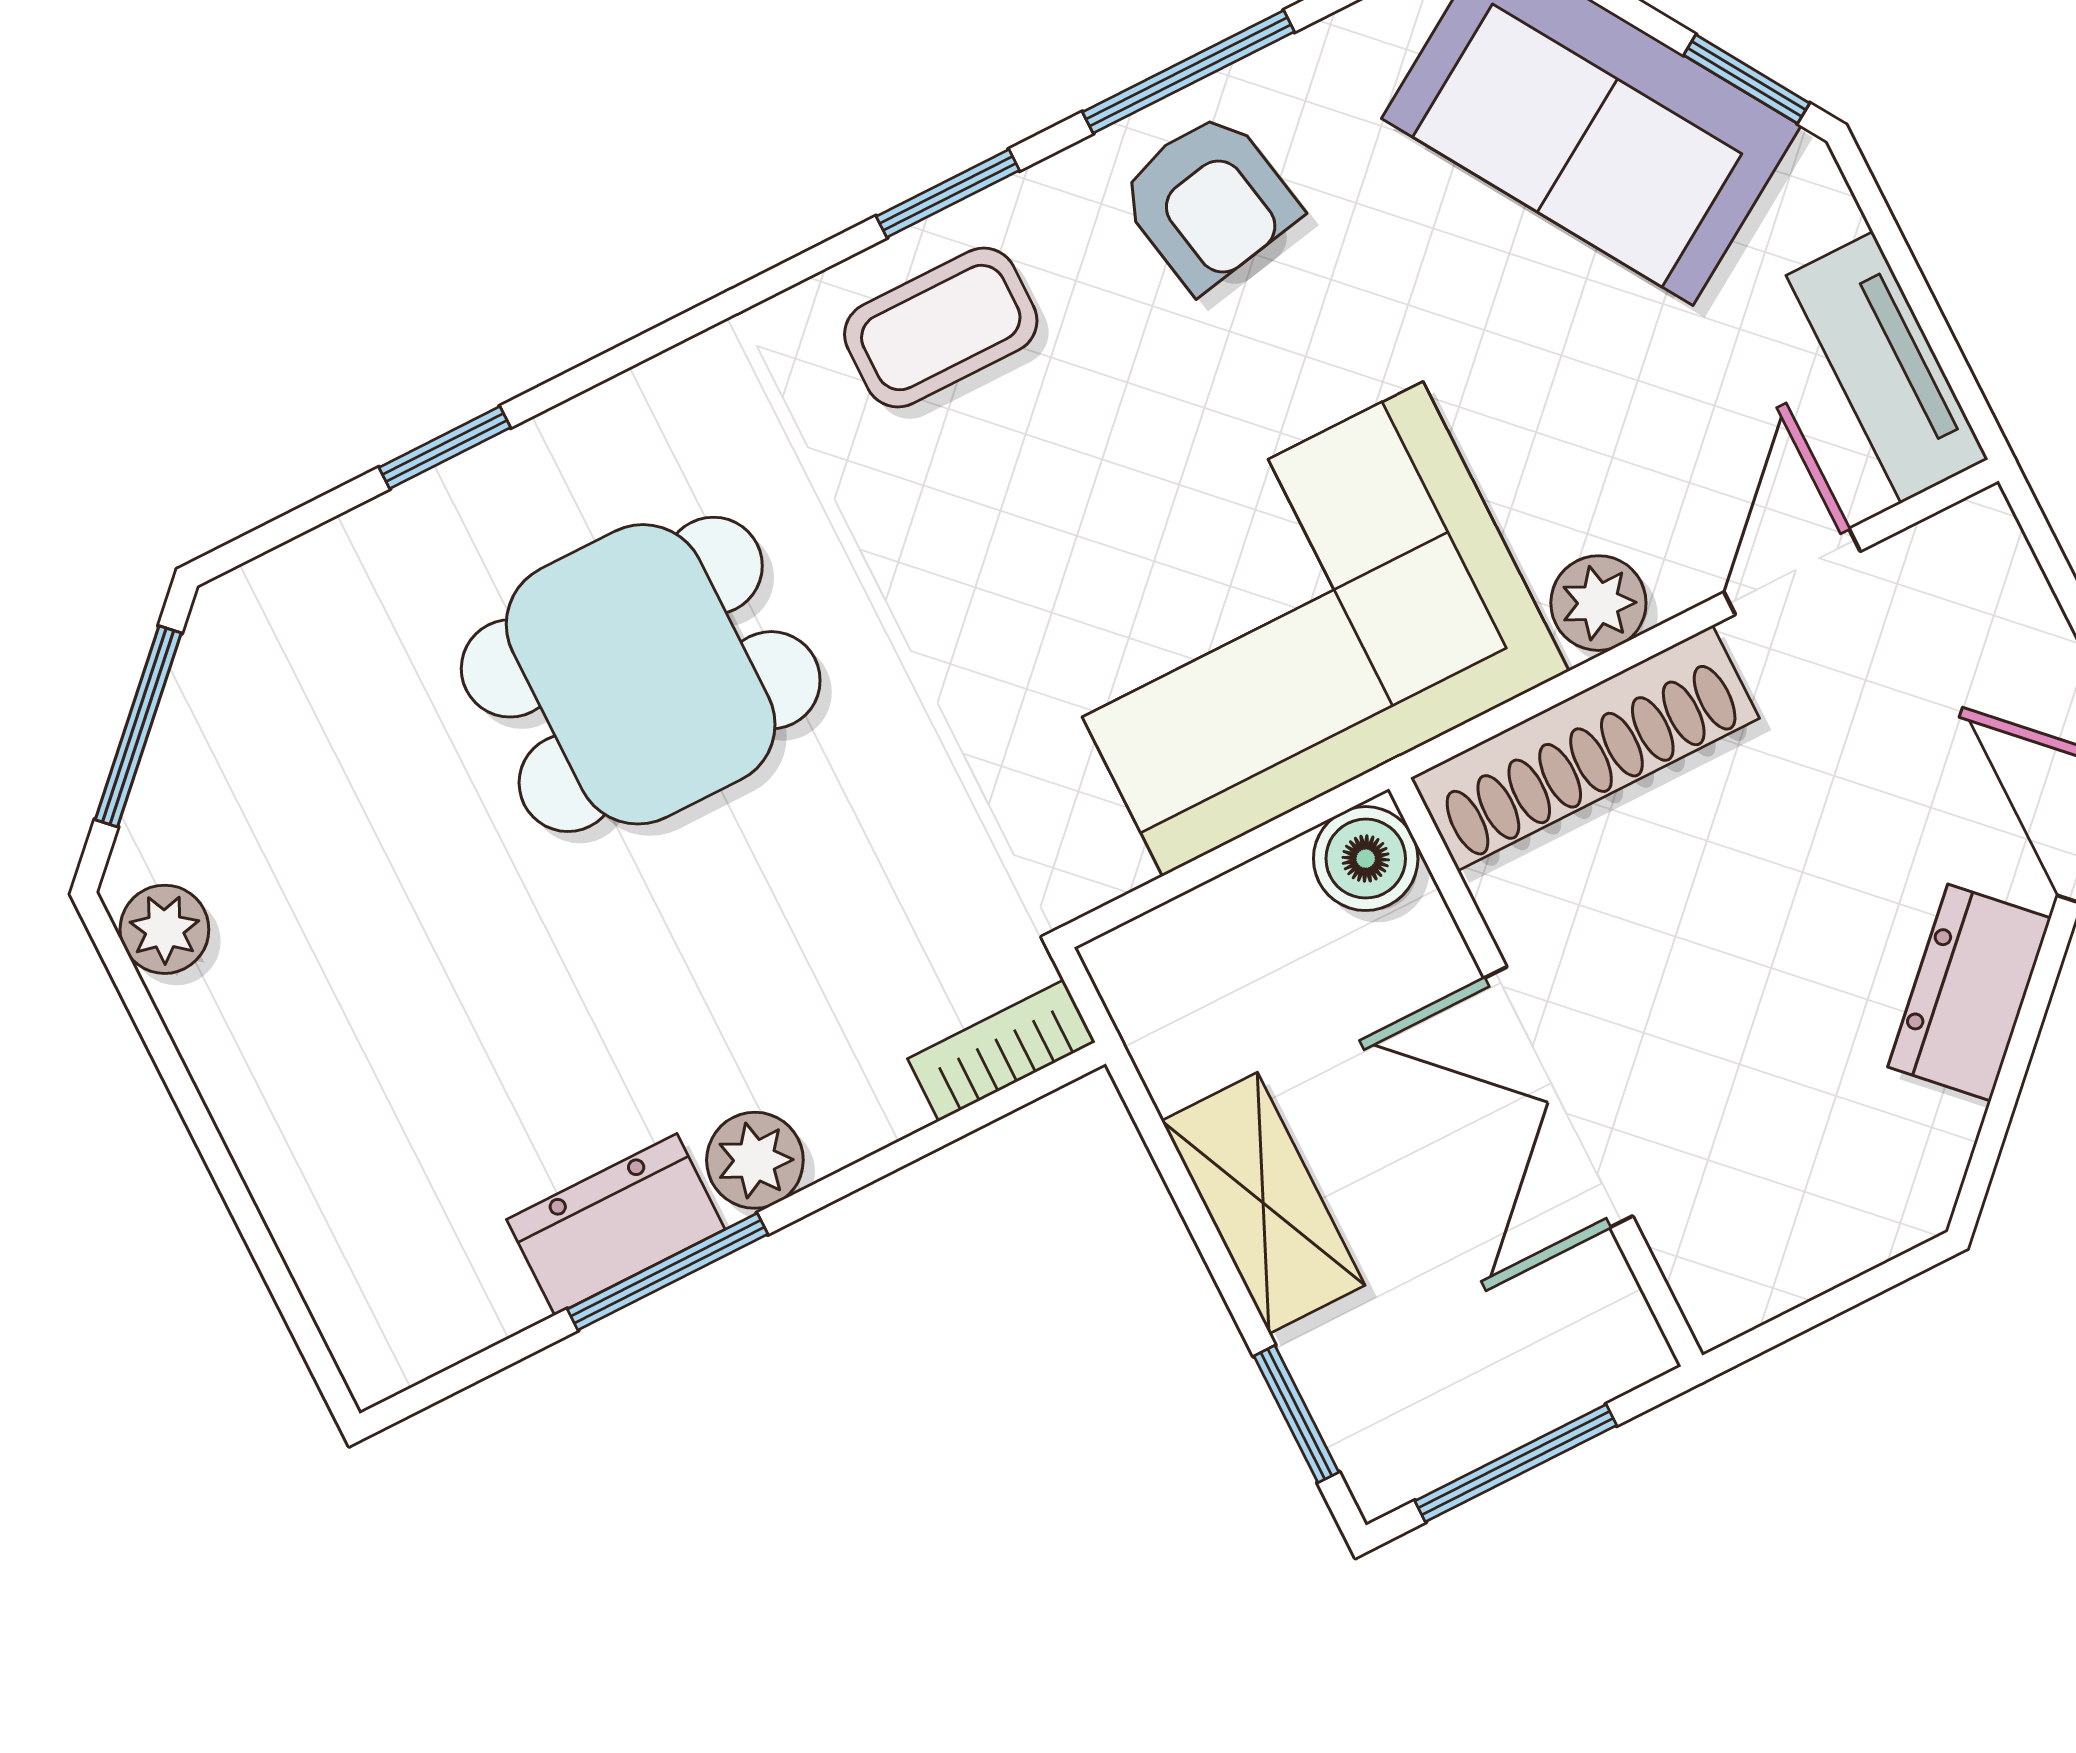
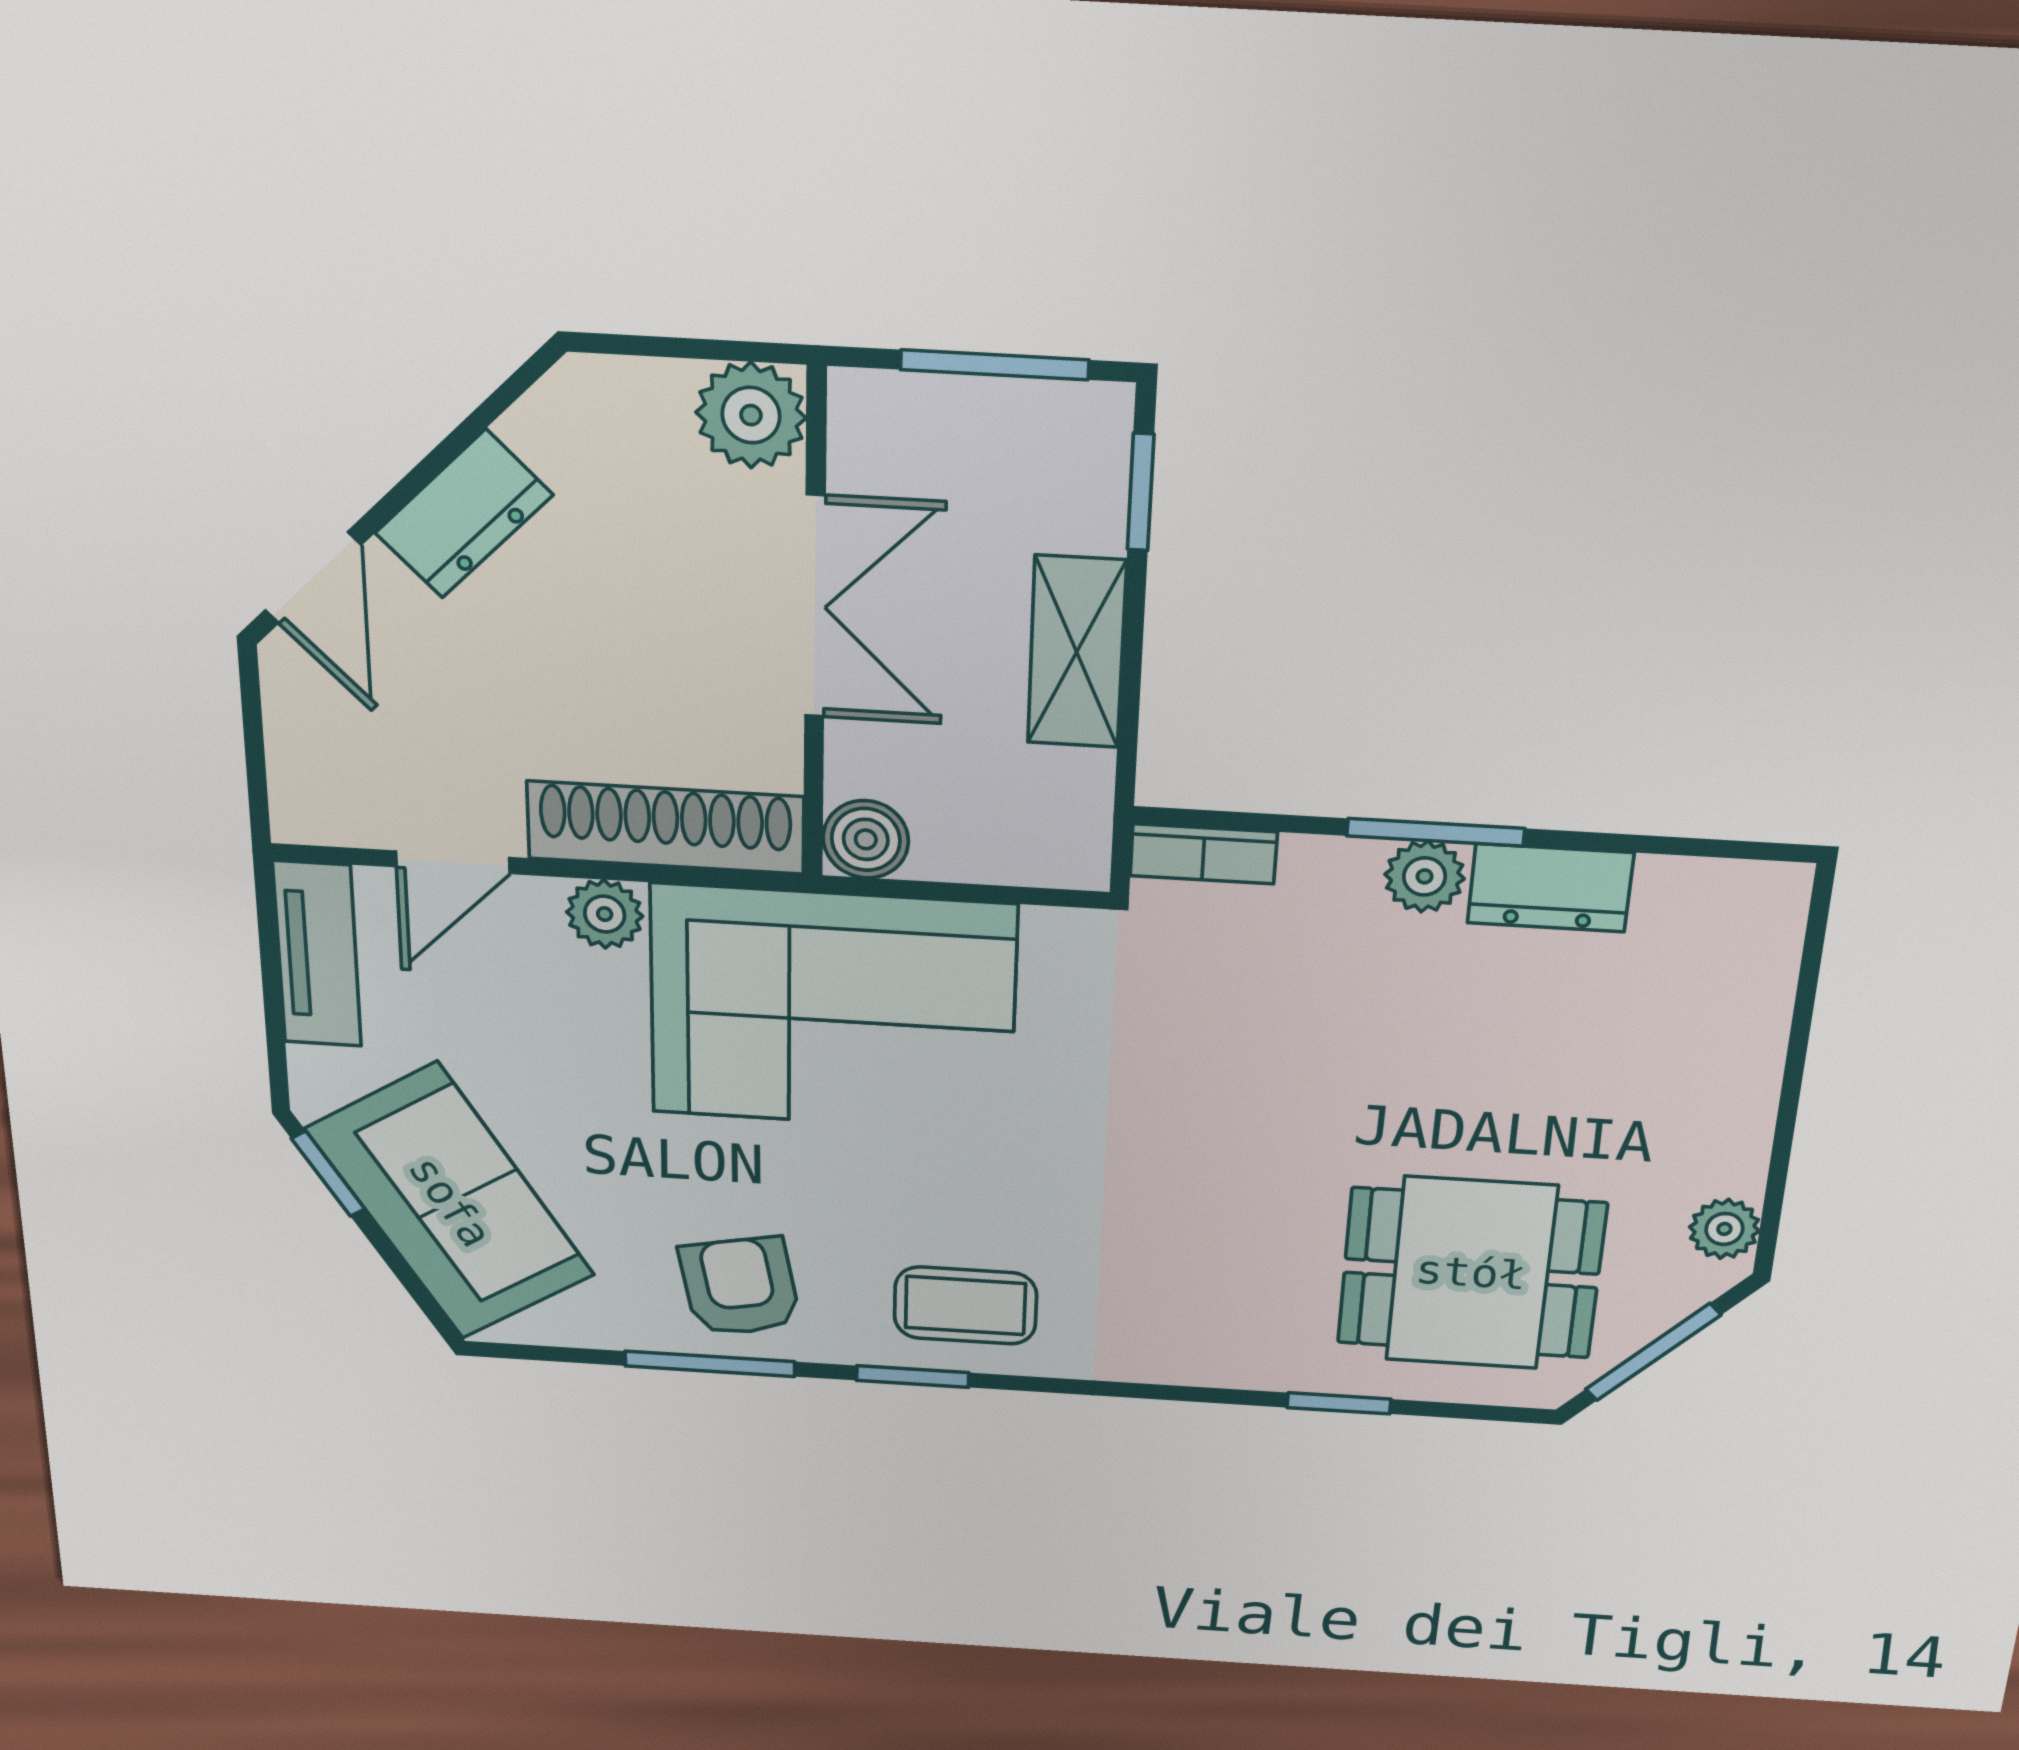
dining table: (641, 674) -> (1471, 1273), moved
plant: (1730, 1270) -> (751, 415), added
window: (668, 1272) -> (1436, 832), moved

